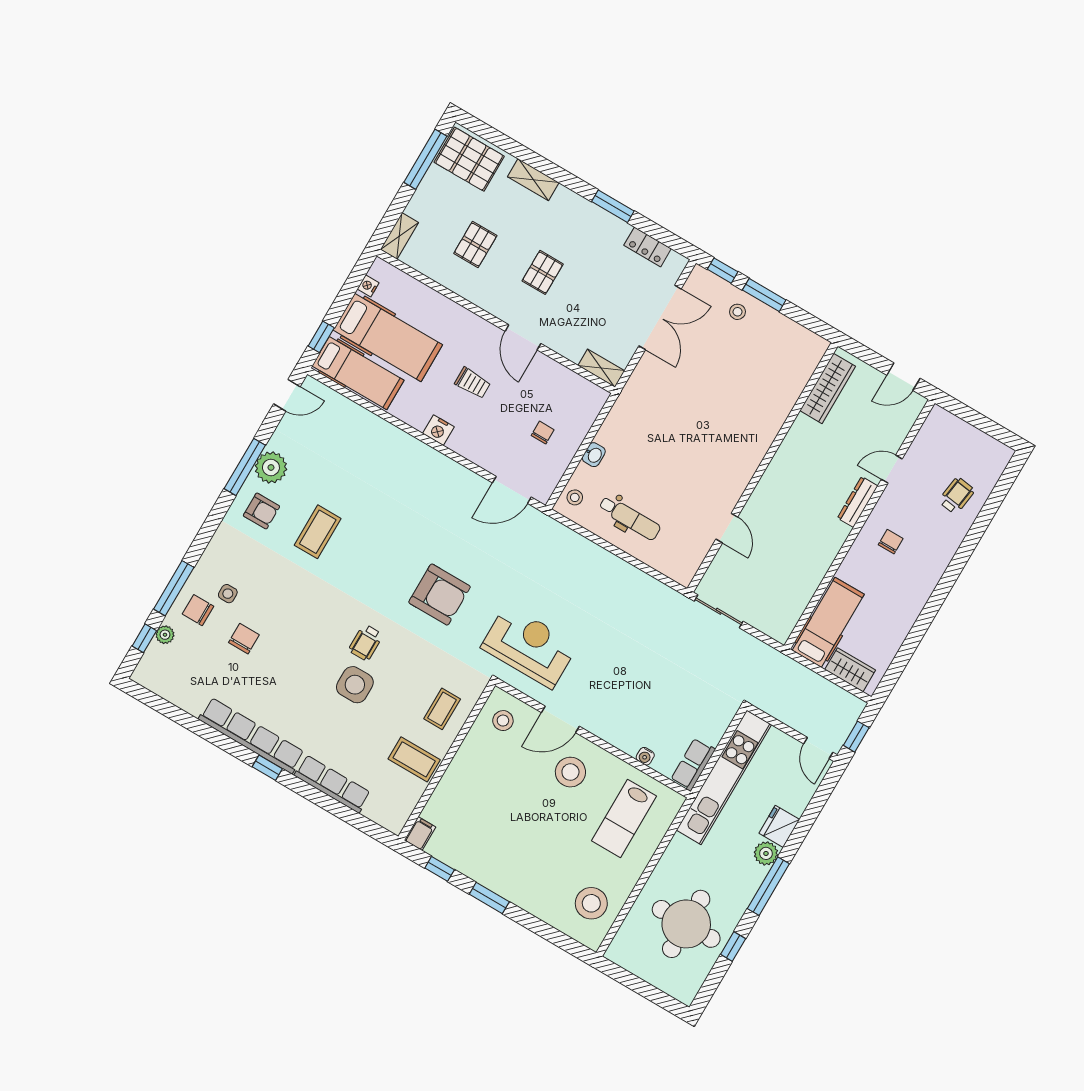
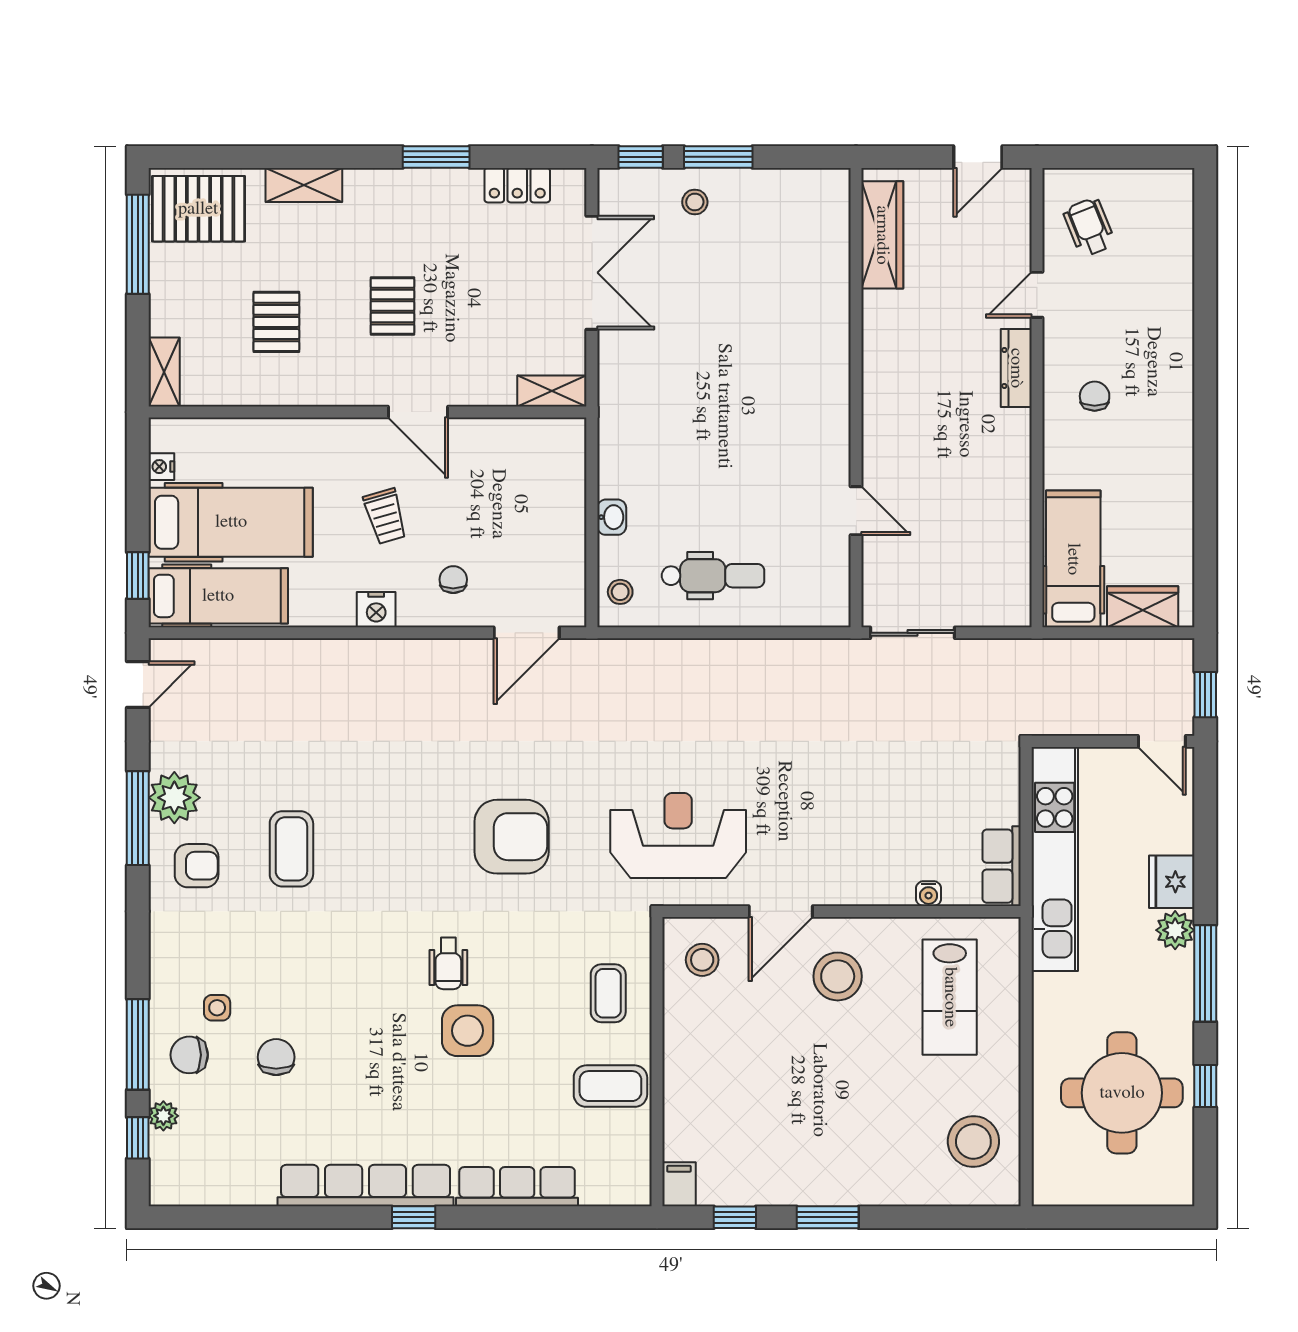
trolley: (473, 383) -> (385, 516), turned 74
chair: (543, 433) -> (453, 580), moved
wheelchair: (957, 496) -> (1089, 227), moved, turned -30

